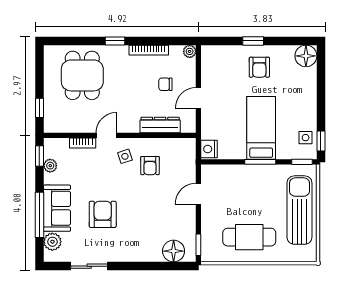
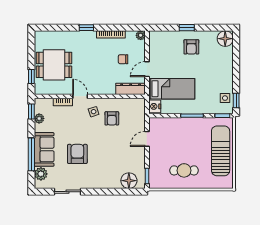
dining table: (82, 75) -> (54, 65), moved, turned 90
dresser: (160, 125) -> (131, 89), moved
bed: (261, 128) -> (172, 89), moved, turned 90
door: (107, 135) -> (80, 96), hinge flipped
cafe table: (249, 237) -> (184, 170), width x0.73, depth x0.74

